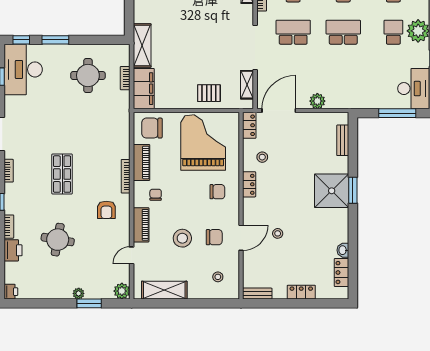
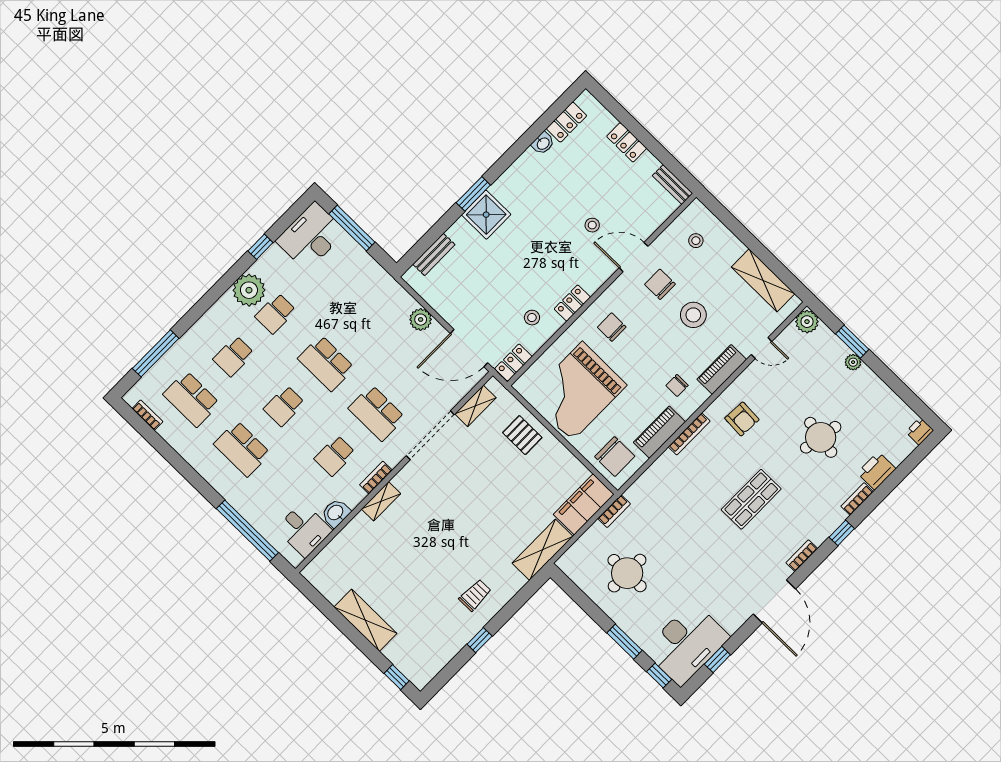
bookcase: (125, 78) -> (614, 511), moved
shower: (332, 191) -> (486, 215), width x0.73, depth x0.73
armchair: (106, 210) -> (742, 419), turned 93

